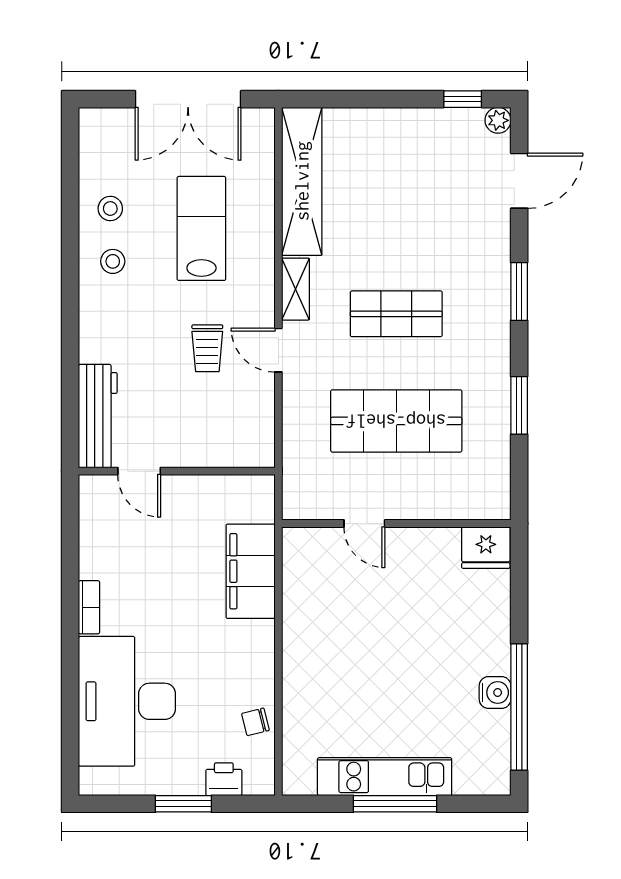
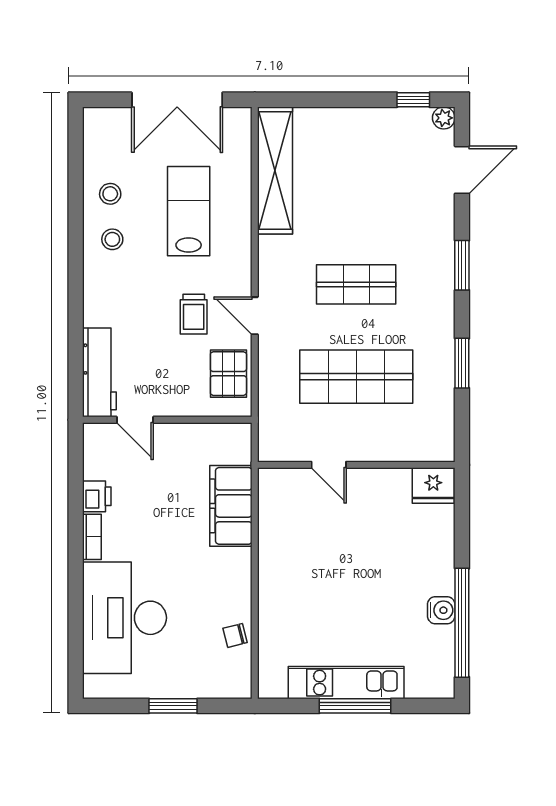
shelving: (296, 289) -> (270, 263), removed
pallet: (248, 417) -> (228, 374), added
printer: (224, 779) -> (97, 496), moved, turned 90

